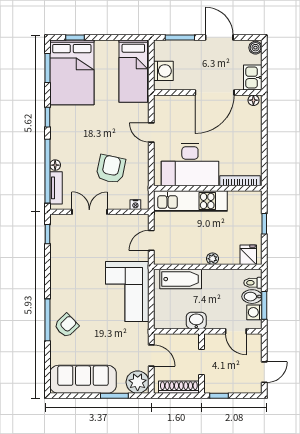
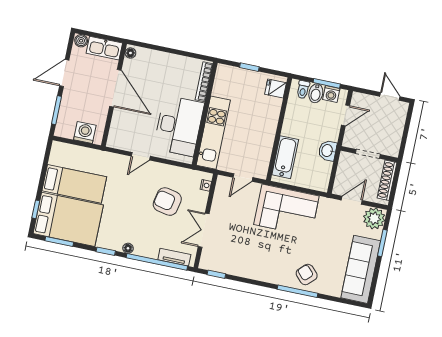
bed: (133, 71) -> (74, 184), moved
kitchen sink: (253, 77) -> (104, 48), width x1.38
floor lamp: (55, 165) -> (128, 248), moved
door: (151, 240) -> (243, 177), hinge flipped
plant: (213, 259) -> (272, 123), removed
window: (219, 396) -> (403, 144), removed

